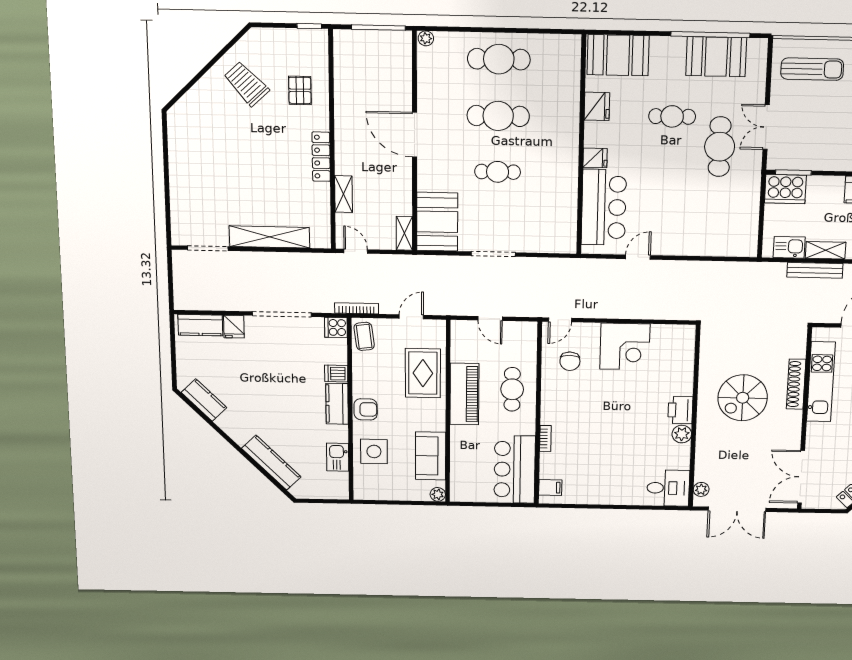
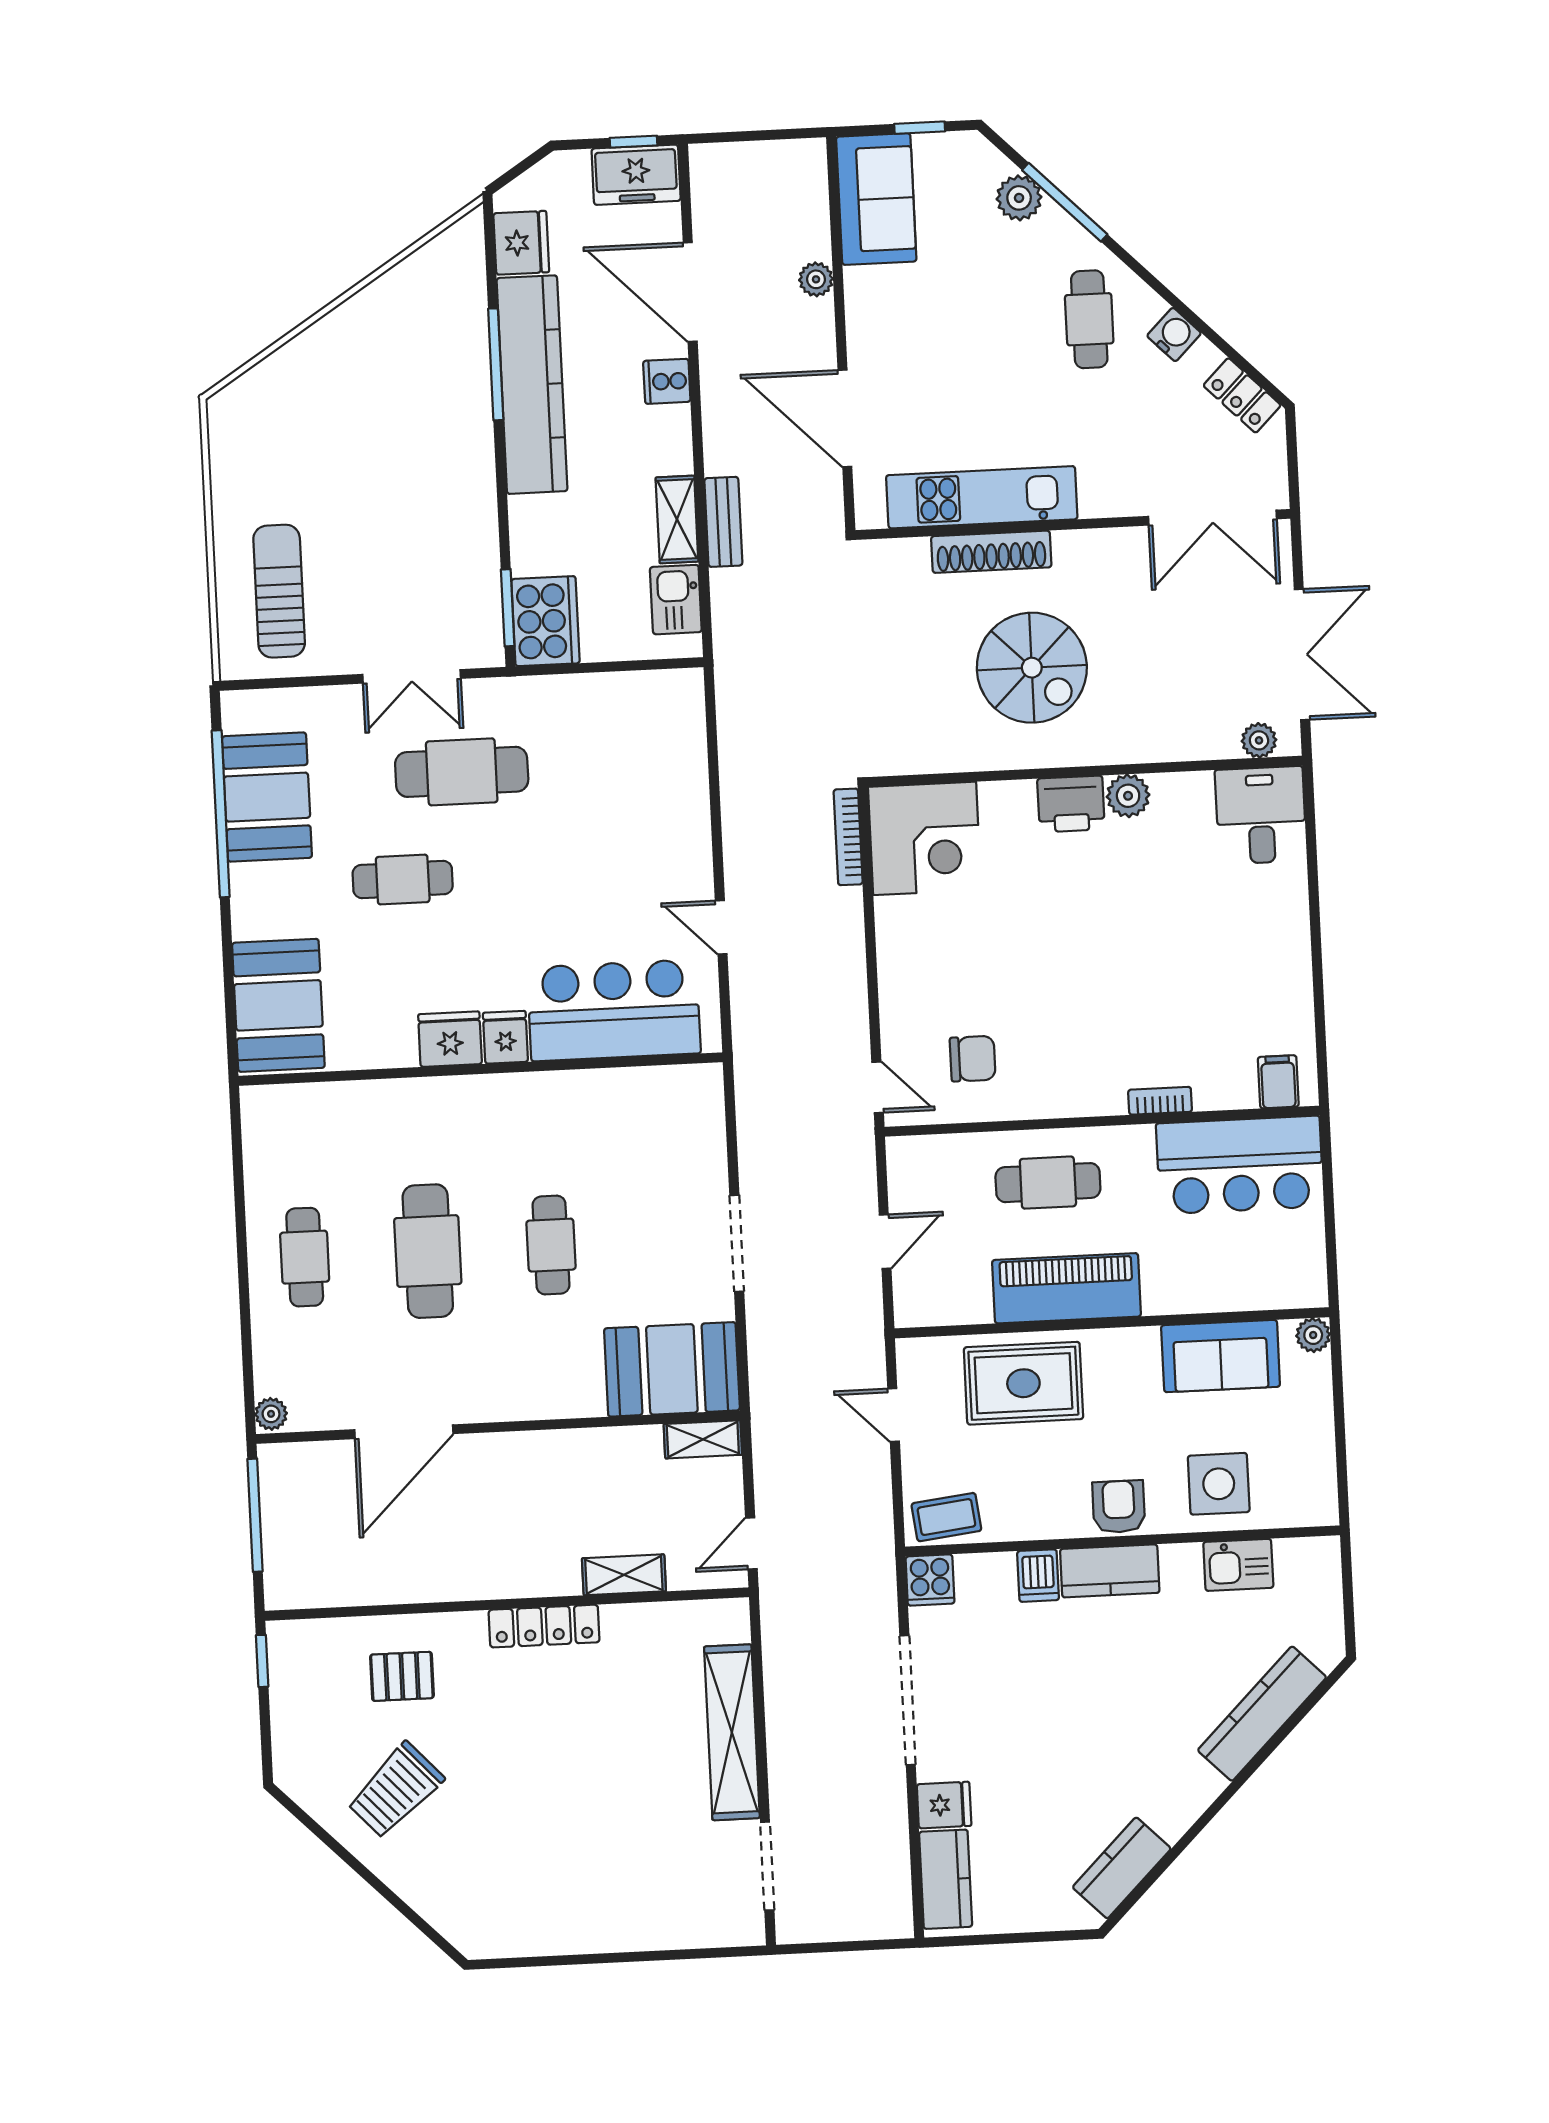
cafe table: (499, 59) -> (305, 1257), width x0.73, depth x0.74
fridge: (597, 106) -> (450, 1039), moved
cafe table: (672, 116) -> (403, 880), turned 90
door: (414, 135) -> (404, 1432), moved
bench: (815, 270) -> (723, 522), width x0.73
bookcase: (357, 308) -> (848, 837), moved
corner desk: (625, 347) -> (925, 838), moved, turned 90

